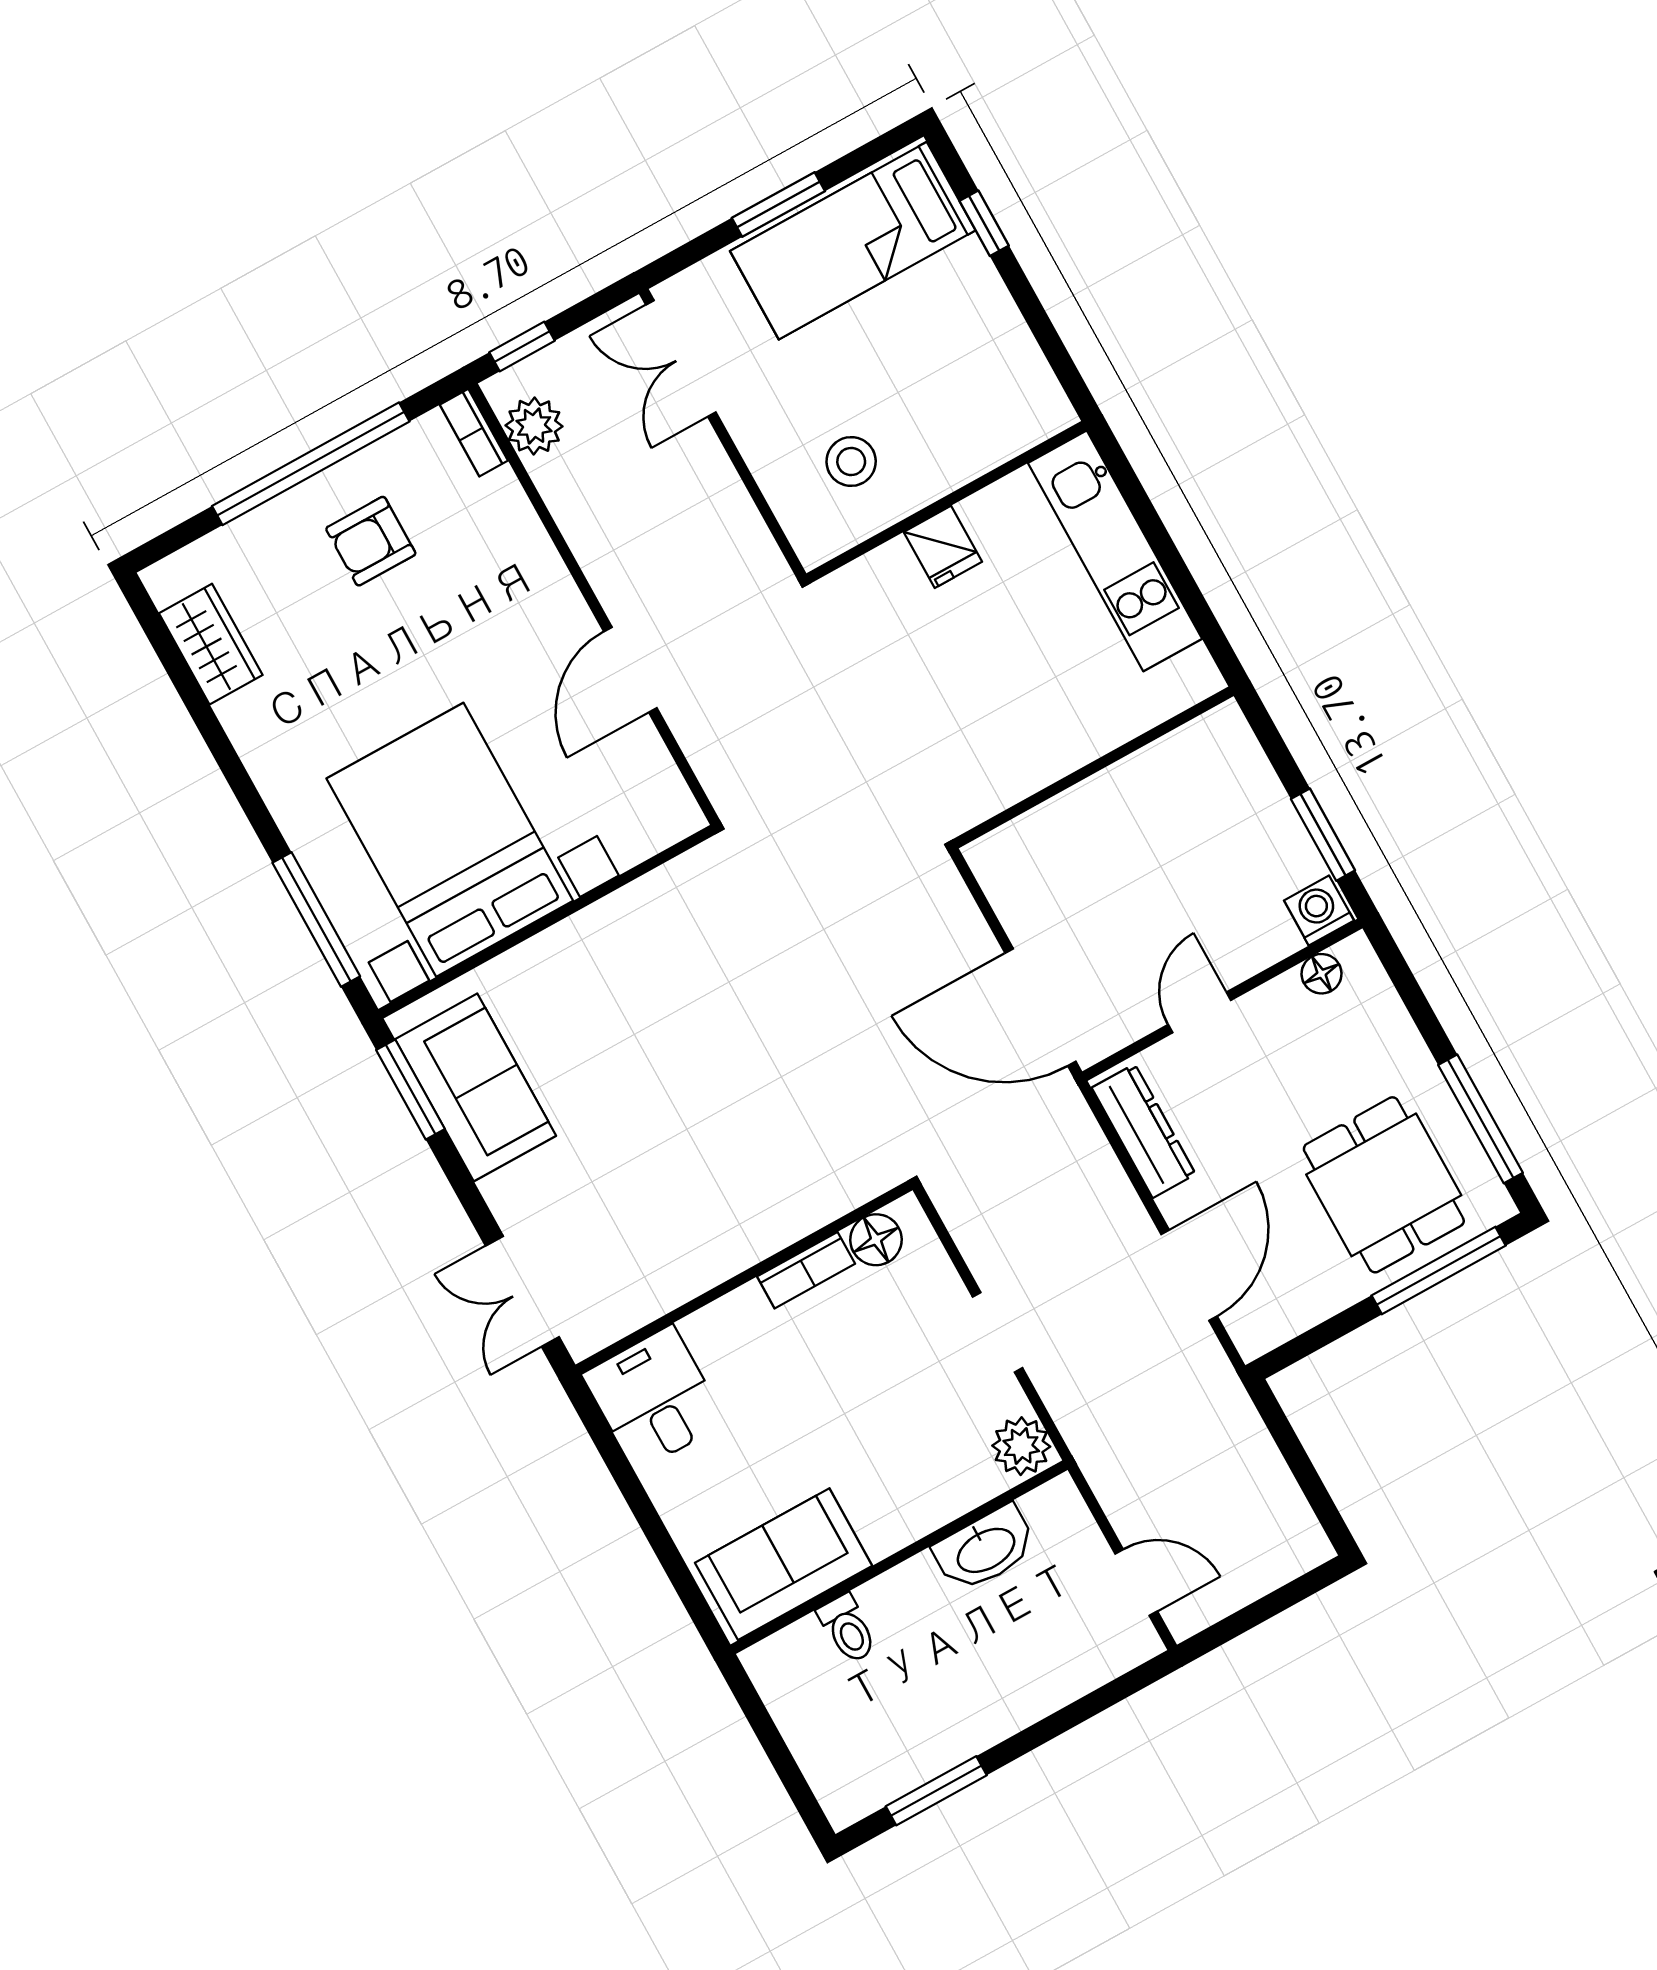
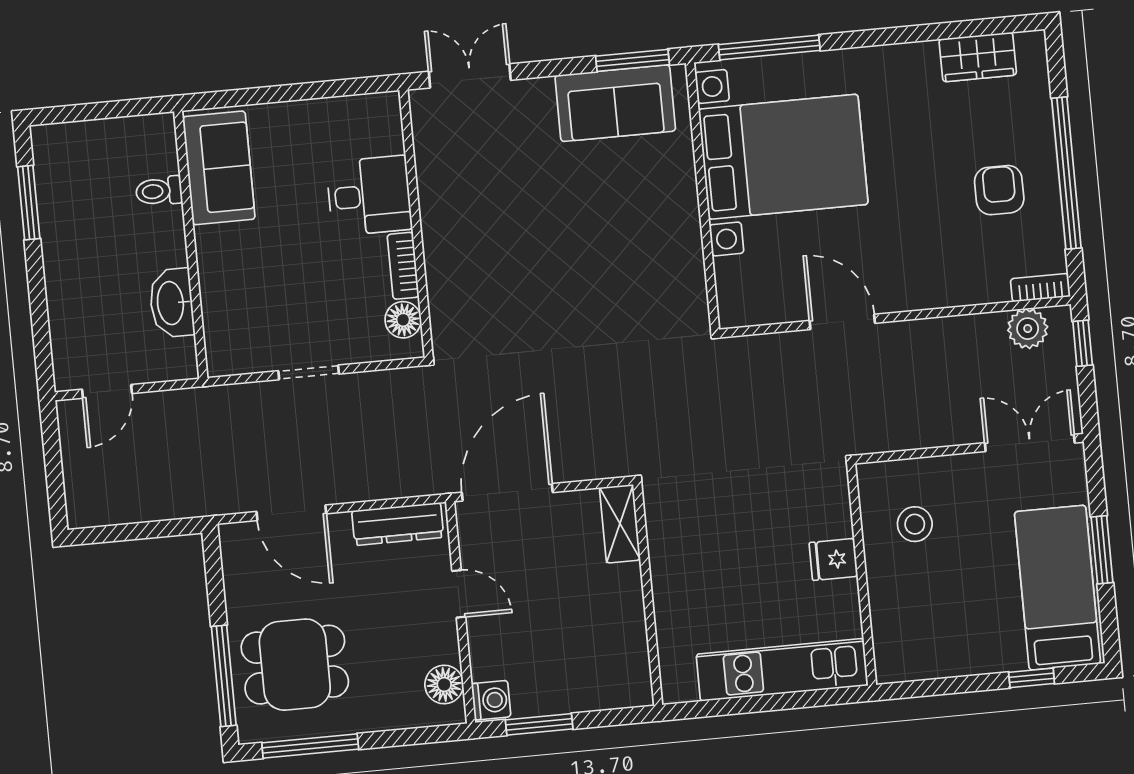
shelving: (1017, 844) -> (620, 524), added
floor lamp: (1322, 974) -> (444, 684), width x1.37, depth x1.37
desk: (654, 1398) -> (369, 196), moved
plant: (1021, 1446) -> (228, 355), removed

